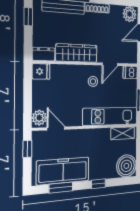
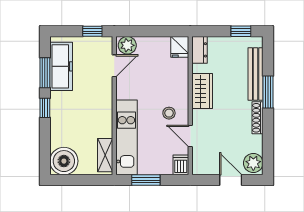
wardrobe: (77, 53) -> (202, 91), width x0.67
freezer: (63, 171) -> (61, 66), width x0.73, depth x0.79
window: (98, 184) -> (45, 108), moved

